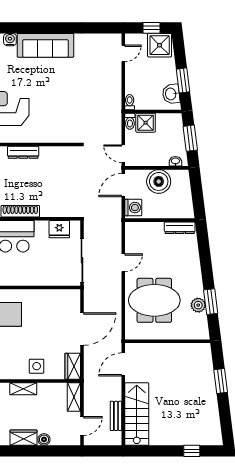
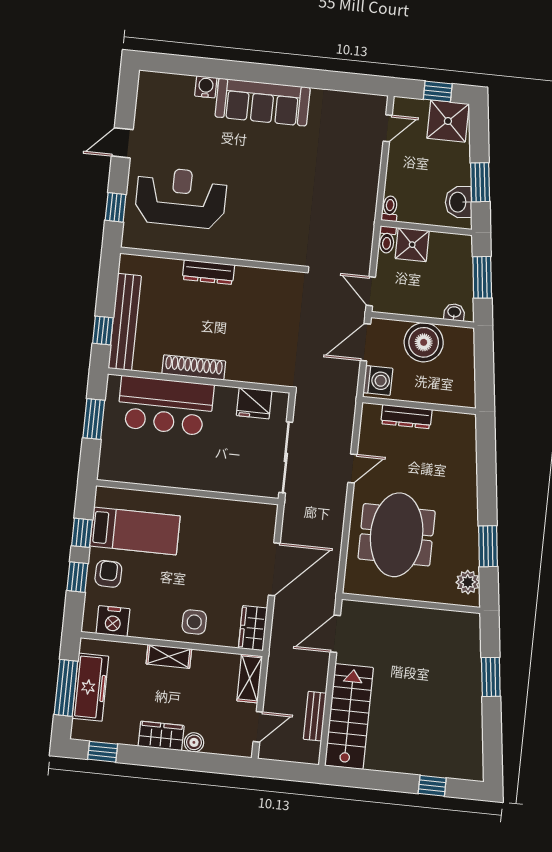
dresser: (180, 228) -> (406, 417), moved
meeting table: (154, 300) -> (397, 535), turned 90
plant: (198, 305) -> (468, 582), moved

